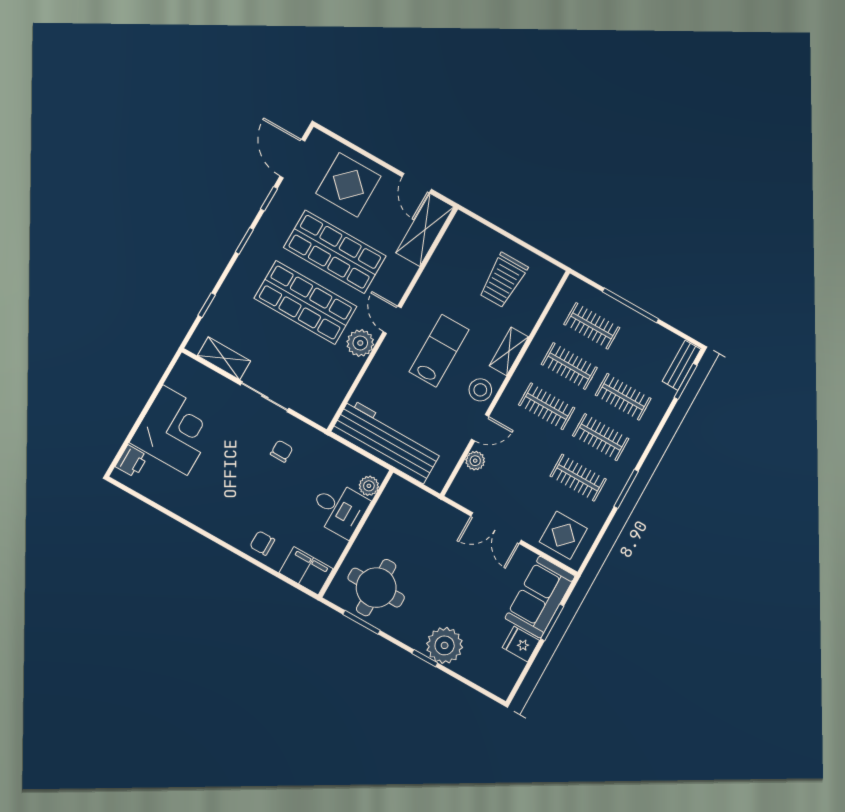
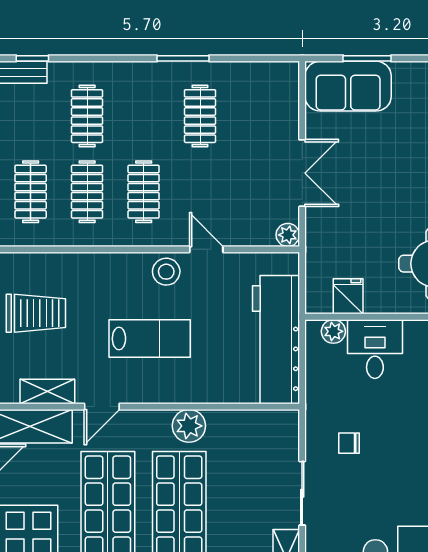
door: (392, 320) -> (102, 407), moved
lab bench: (439, 351) -> (150, 339), turned 180
shelving: (509, 351) -> (47, 391), moved
window: (686, 381) -> (32, 58), width x0.67
clothes rail: (601, 437) -> (144, 116), removed
plant: (475, 461) -> (288, 235), moved
display table: (563, 535) -> (269, 98), removed
fridge: (521, 644) -> (348, 296), moved, turned 180

